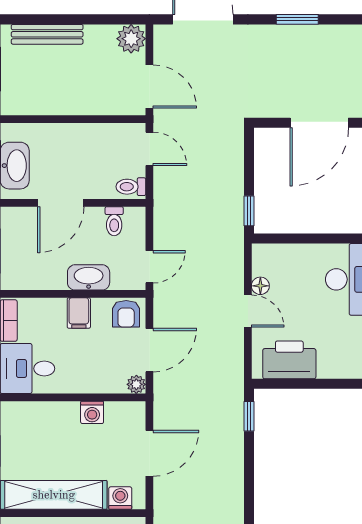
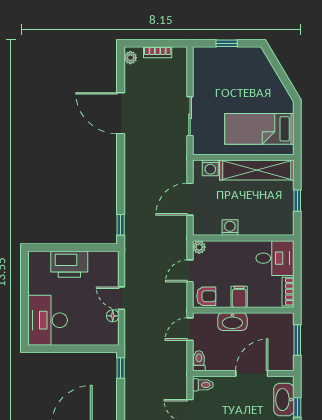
toilet: (114, 221) -> (199, 361), moved
armchair: (126, 314) -> (206, 296), turned 90
door: (149, 350) -> (190, 271), width x0.73
printer: (289, 360) -> (69, 264), moved

